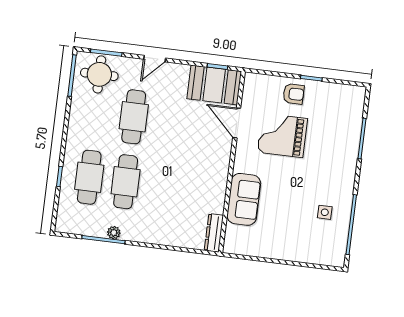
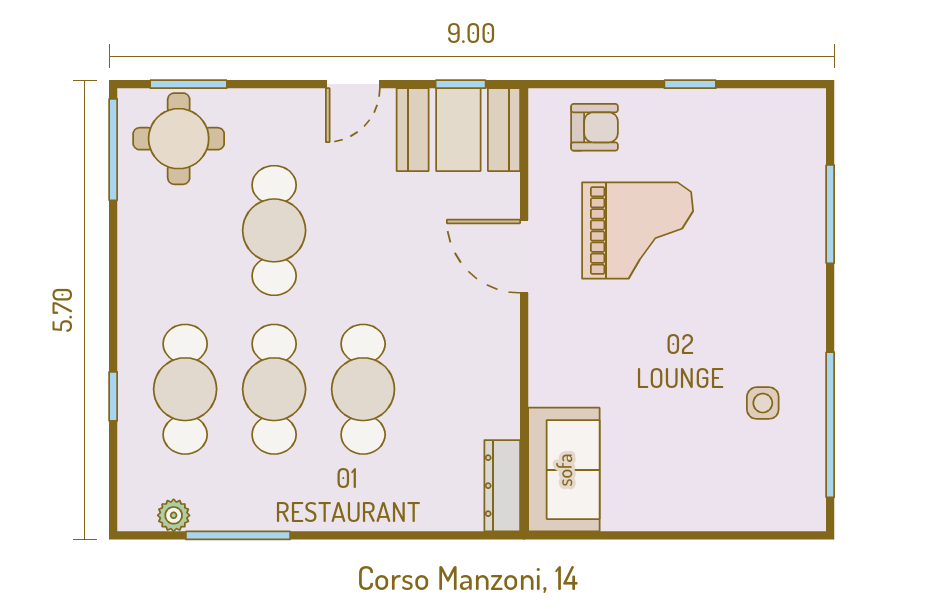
door: (155, 59) -> (353, 84), moved
armchair: (294, 94) -> (594, 127), moved
door: (237, 123) -> (524, 256), moved
grand piano: (282, 135) -> (638, 230), turned 180
cafe table: (162, 186) -> (363, 389), added
sofa: (244, 199) -> (564, 470), moved
plant: (114, 233) -> (174, 515), moved

